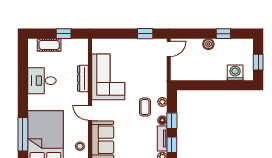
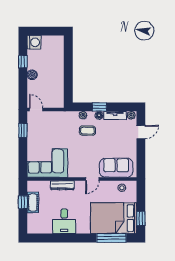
cot: (49, 45) -> (33, 202), moved
window: (258, 62) -> (48, 31), removed
washing machine: (235, 73) -> (34, 42), moved, turned 180
corner sofa: (108, 77) -> (47, 163), moved
window: (172, 145) -> (121, 107), removed

